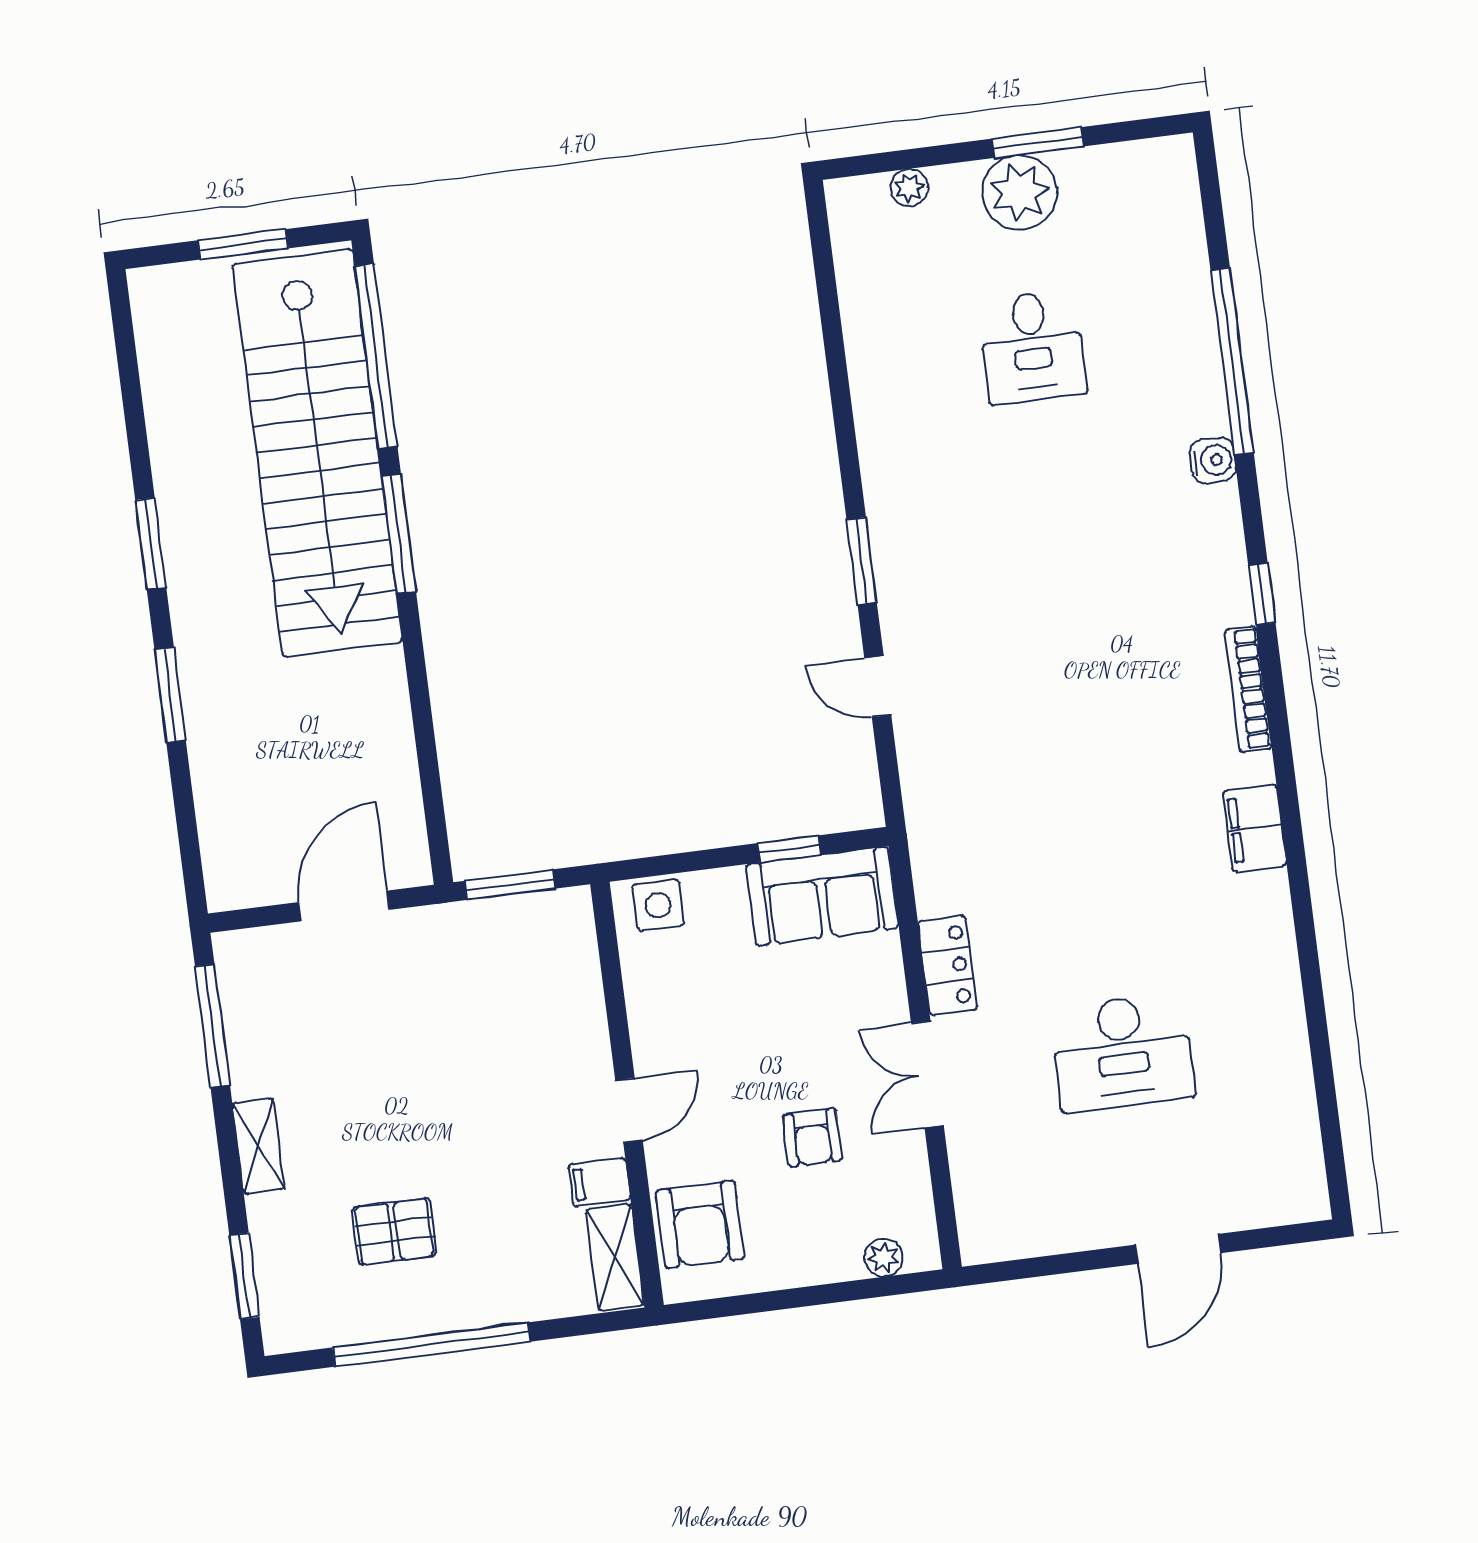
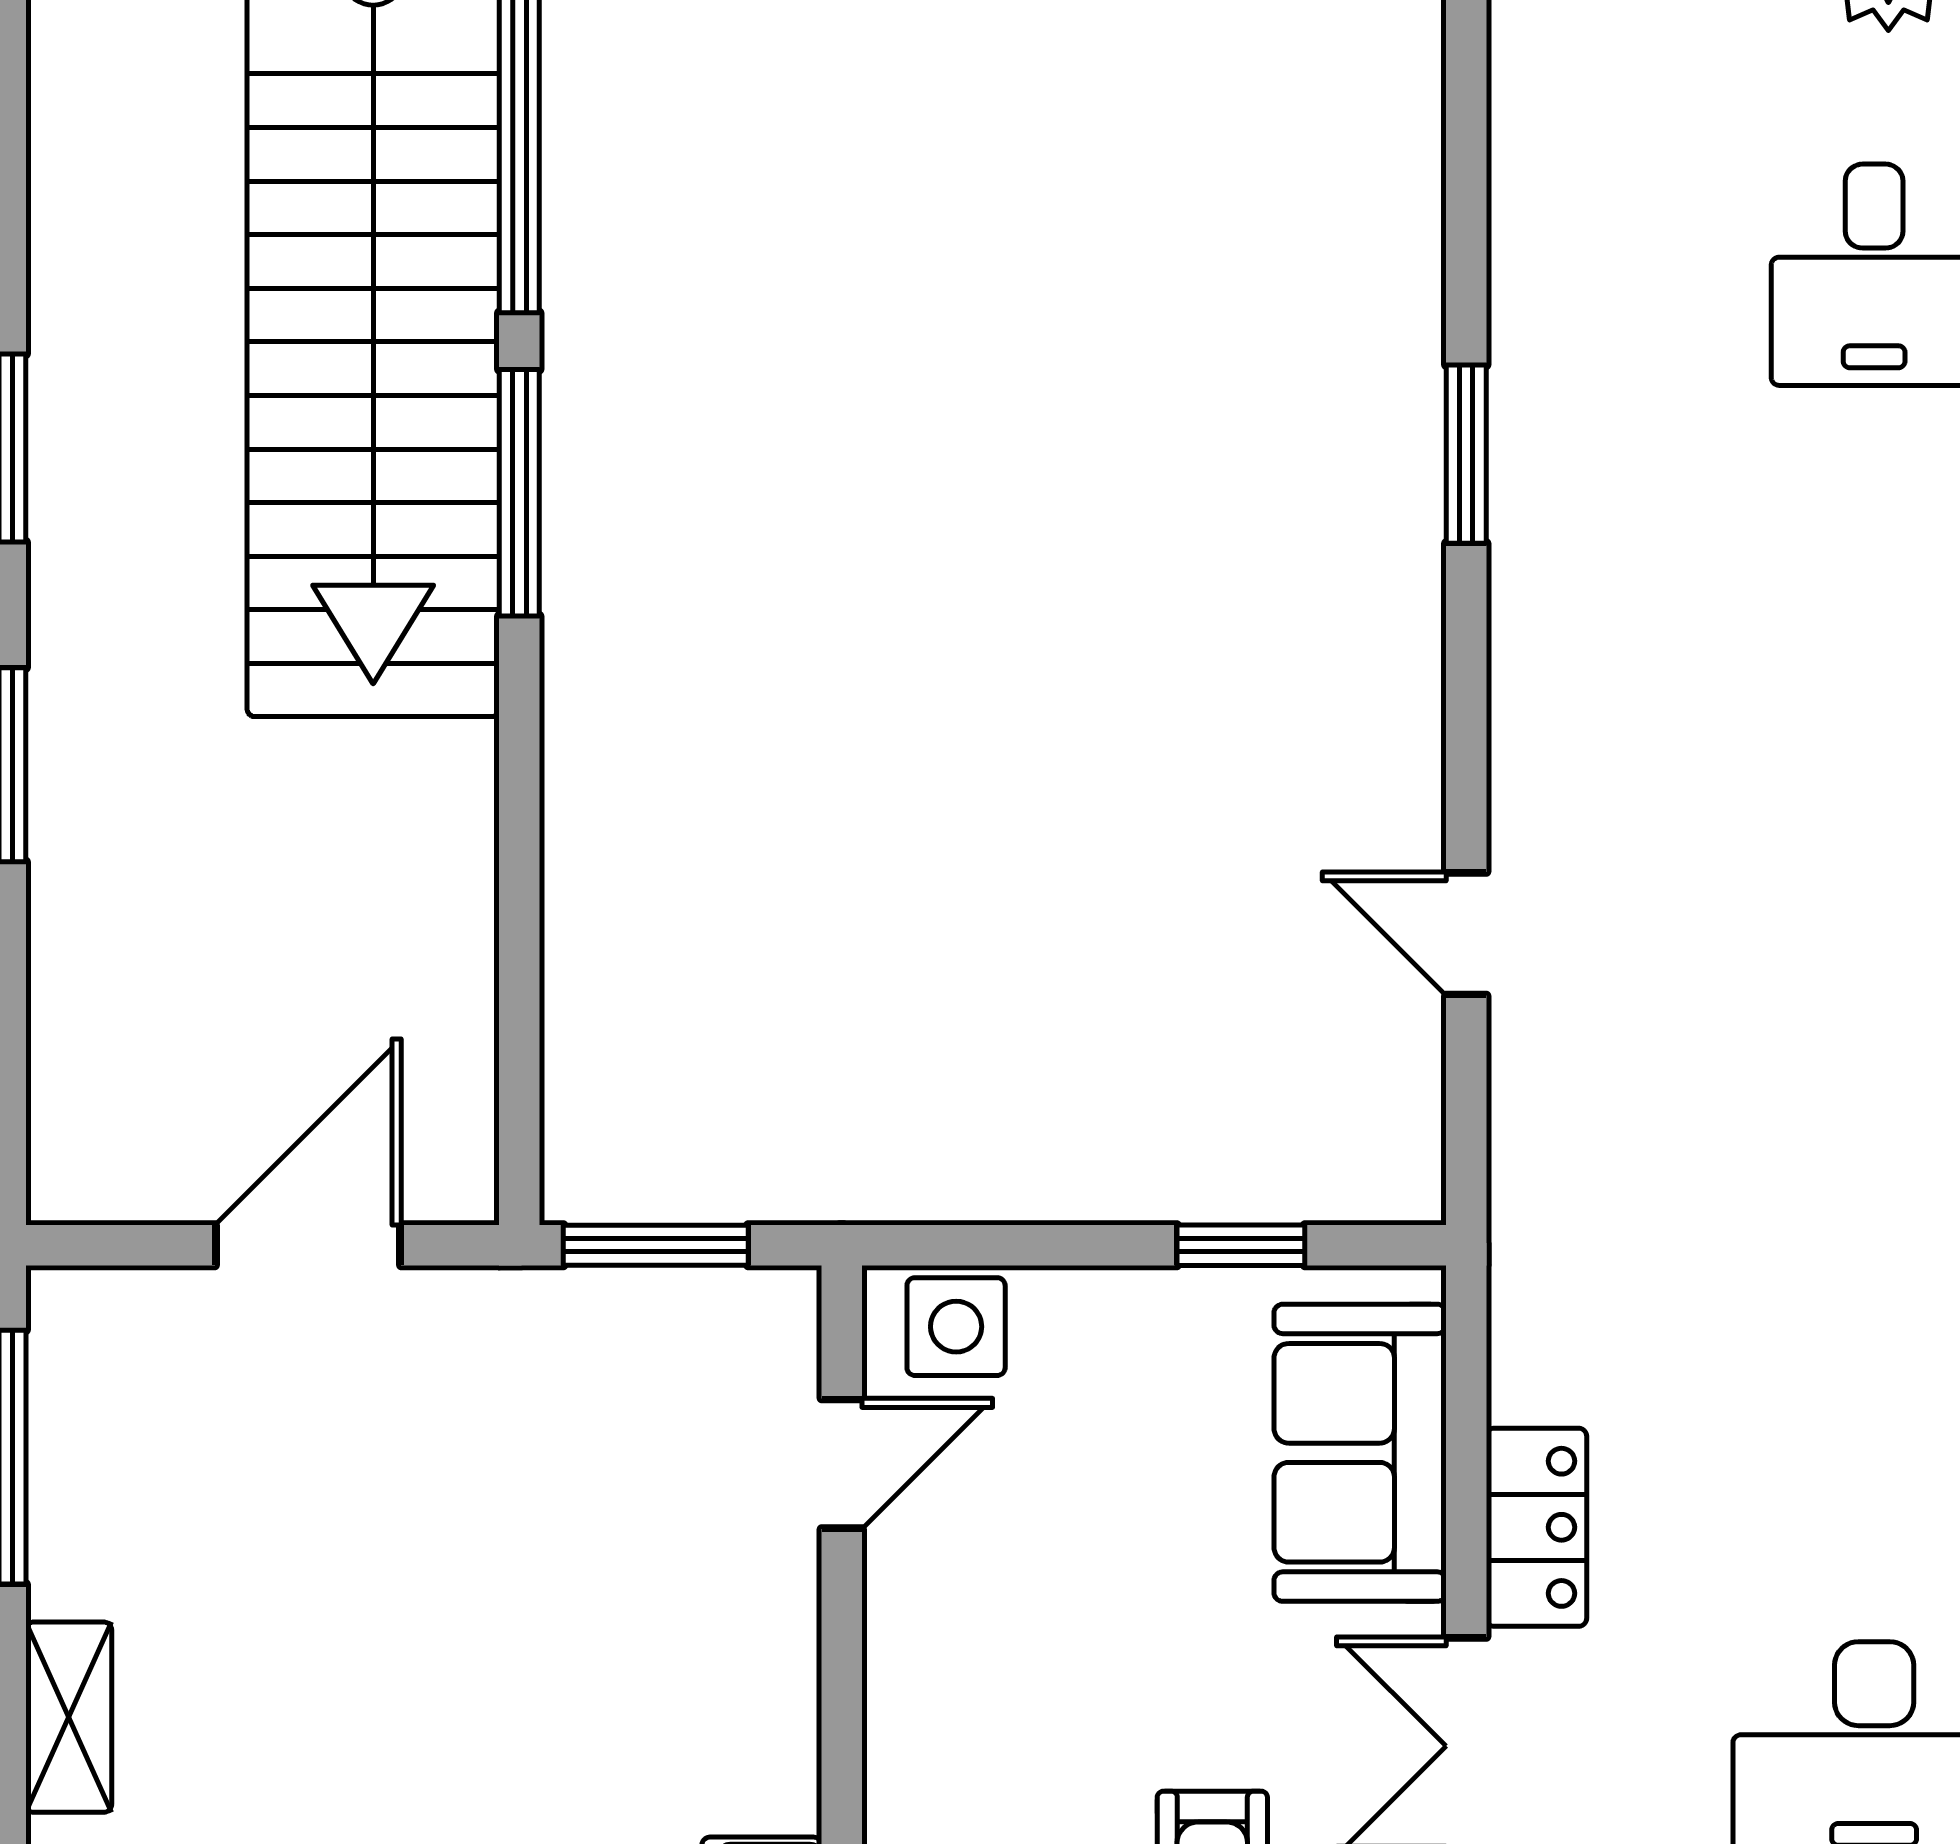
window: (862, 561) -> (1466, 454), moved
sofa: (822, 896) -> (1360, 1453), moved, turned 90
door: (629, 1110) -> (842, 1464), moved

